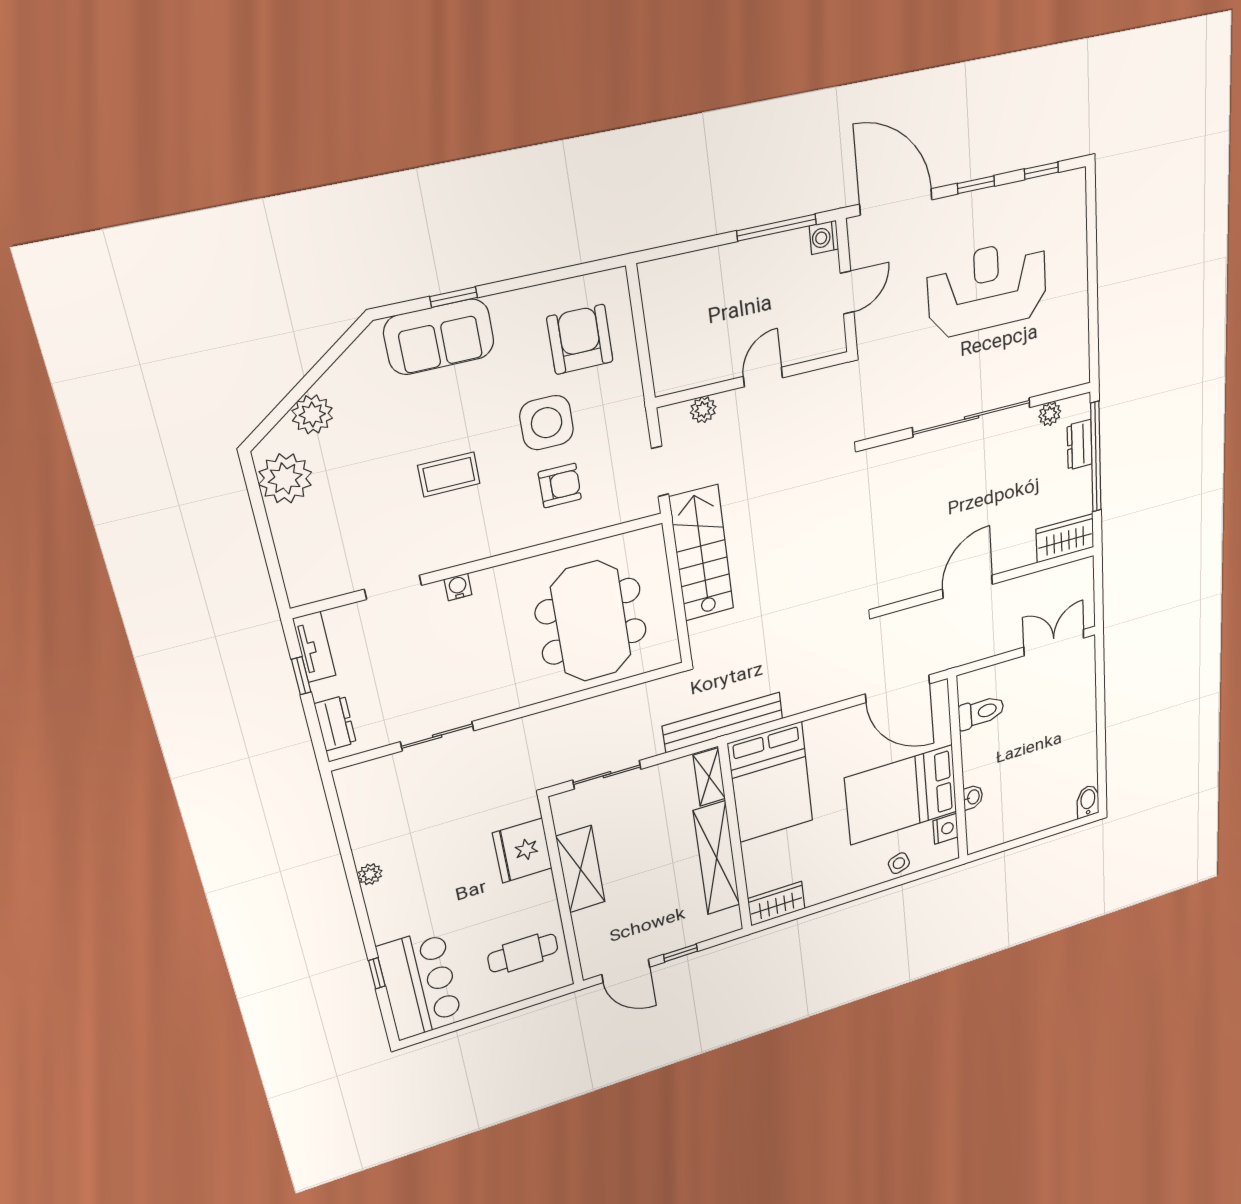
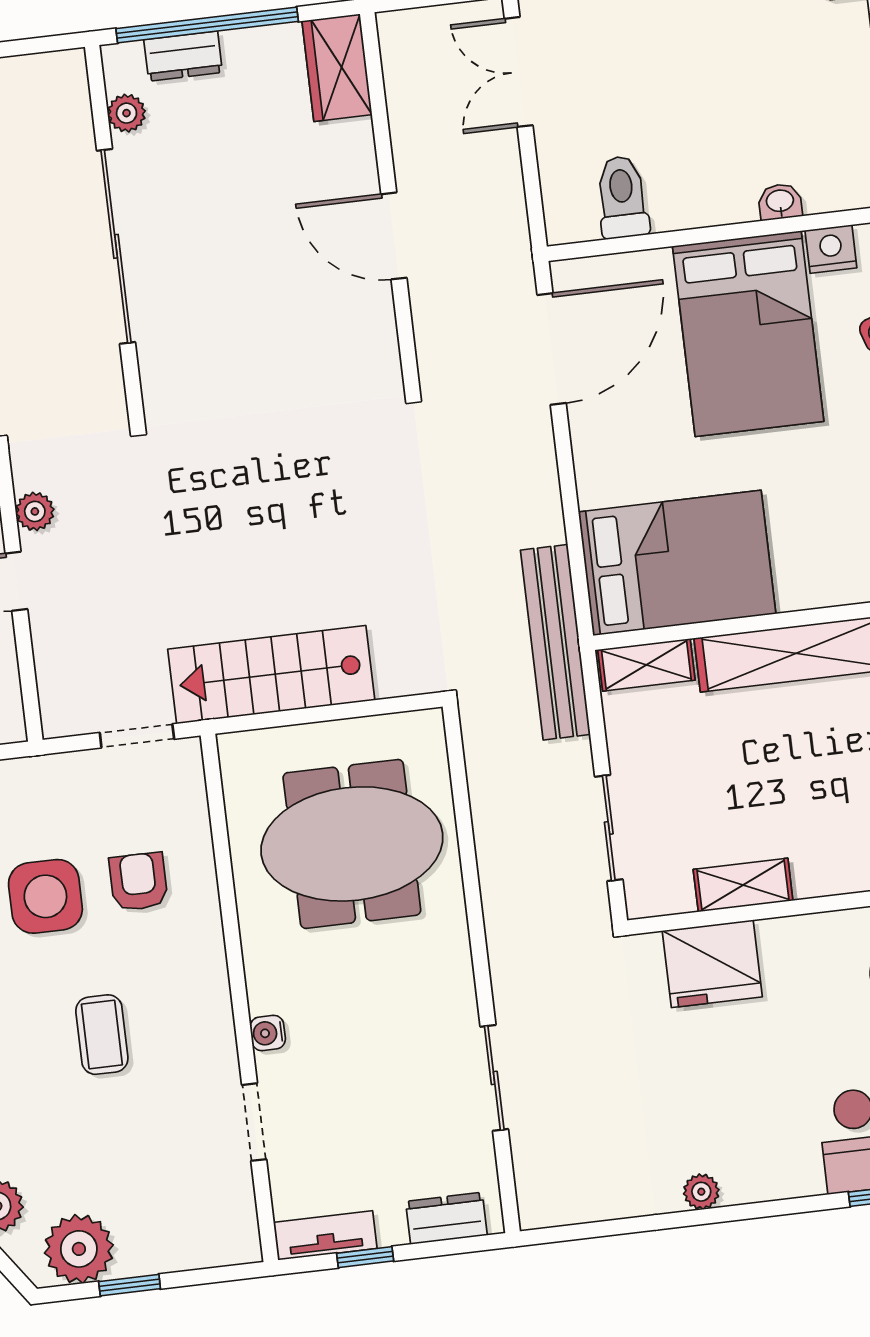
plant: (703, 410) -> (35, 511), moved
window: (261, 518) -> (130, 1285), added
shelving: (581, 869) -> (743, 885), width x0.67, depth x0.75

